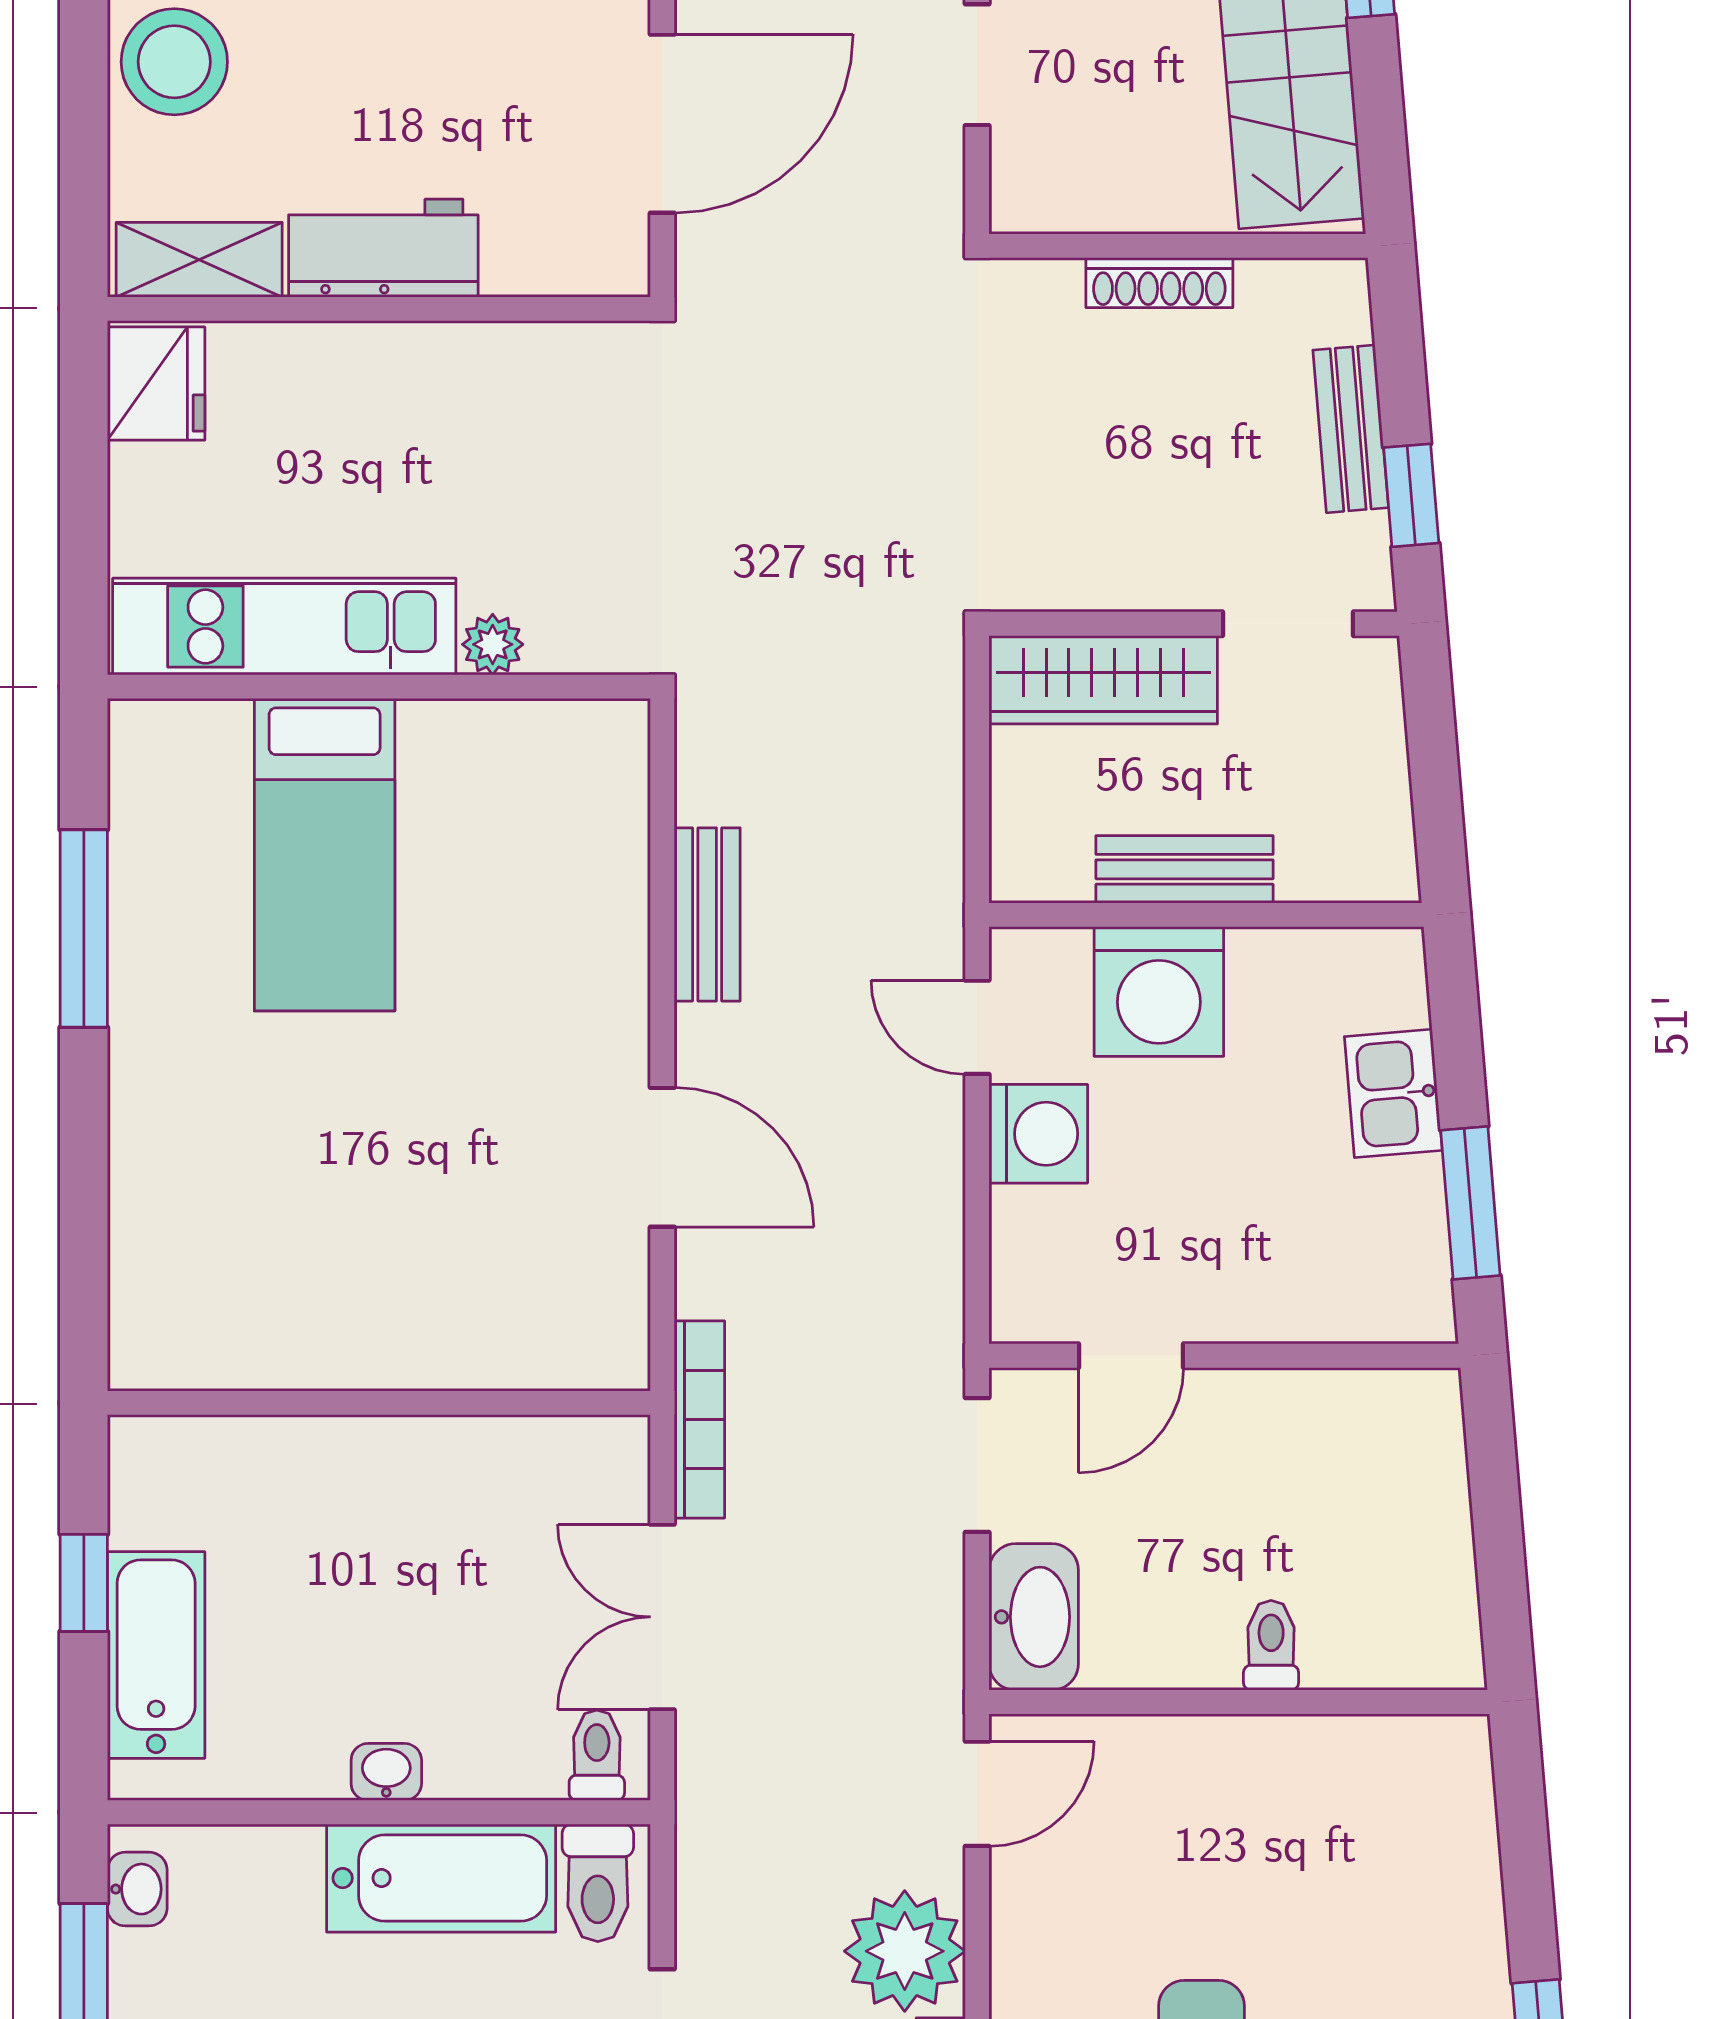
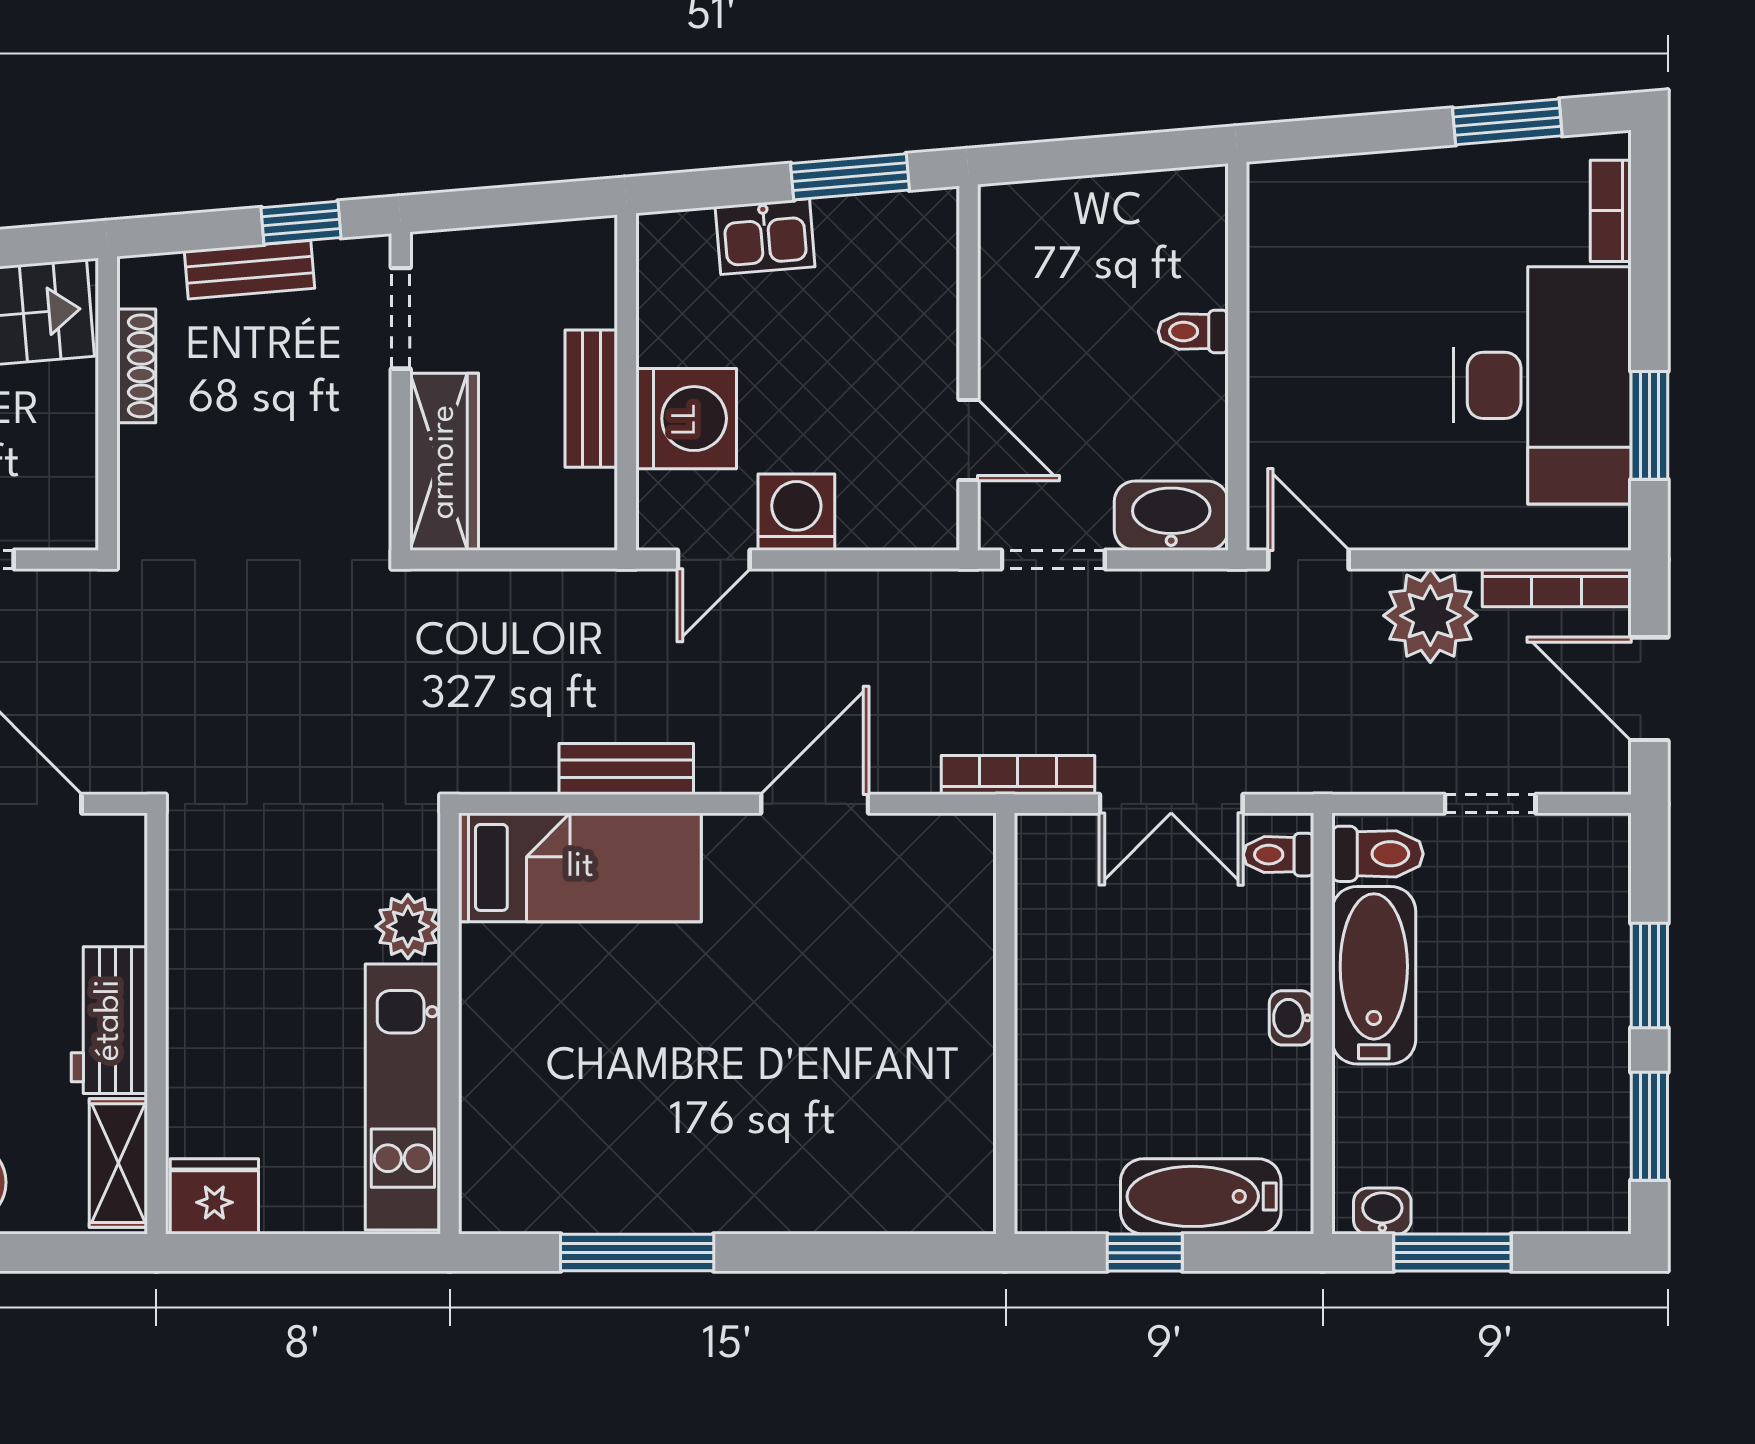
shoe rack: (1159, 283) -> (136, 366), moved
plant: (493, 644) -> (408, 926), width x1.38, depth x1.38
bed: (325, 855) -> (580, 867), moved

